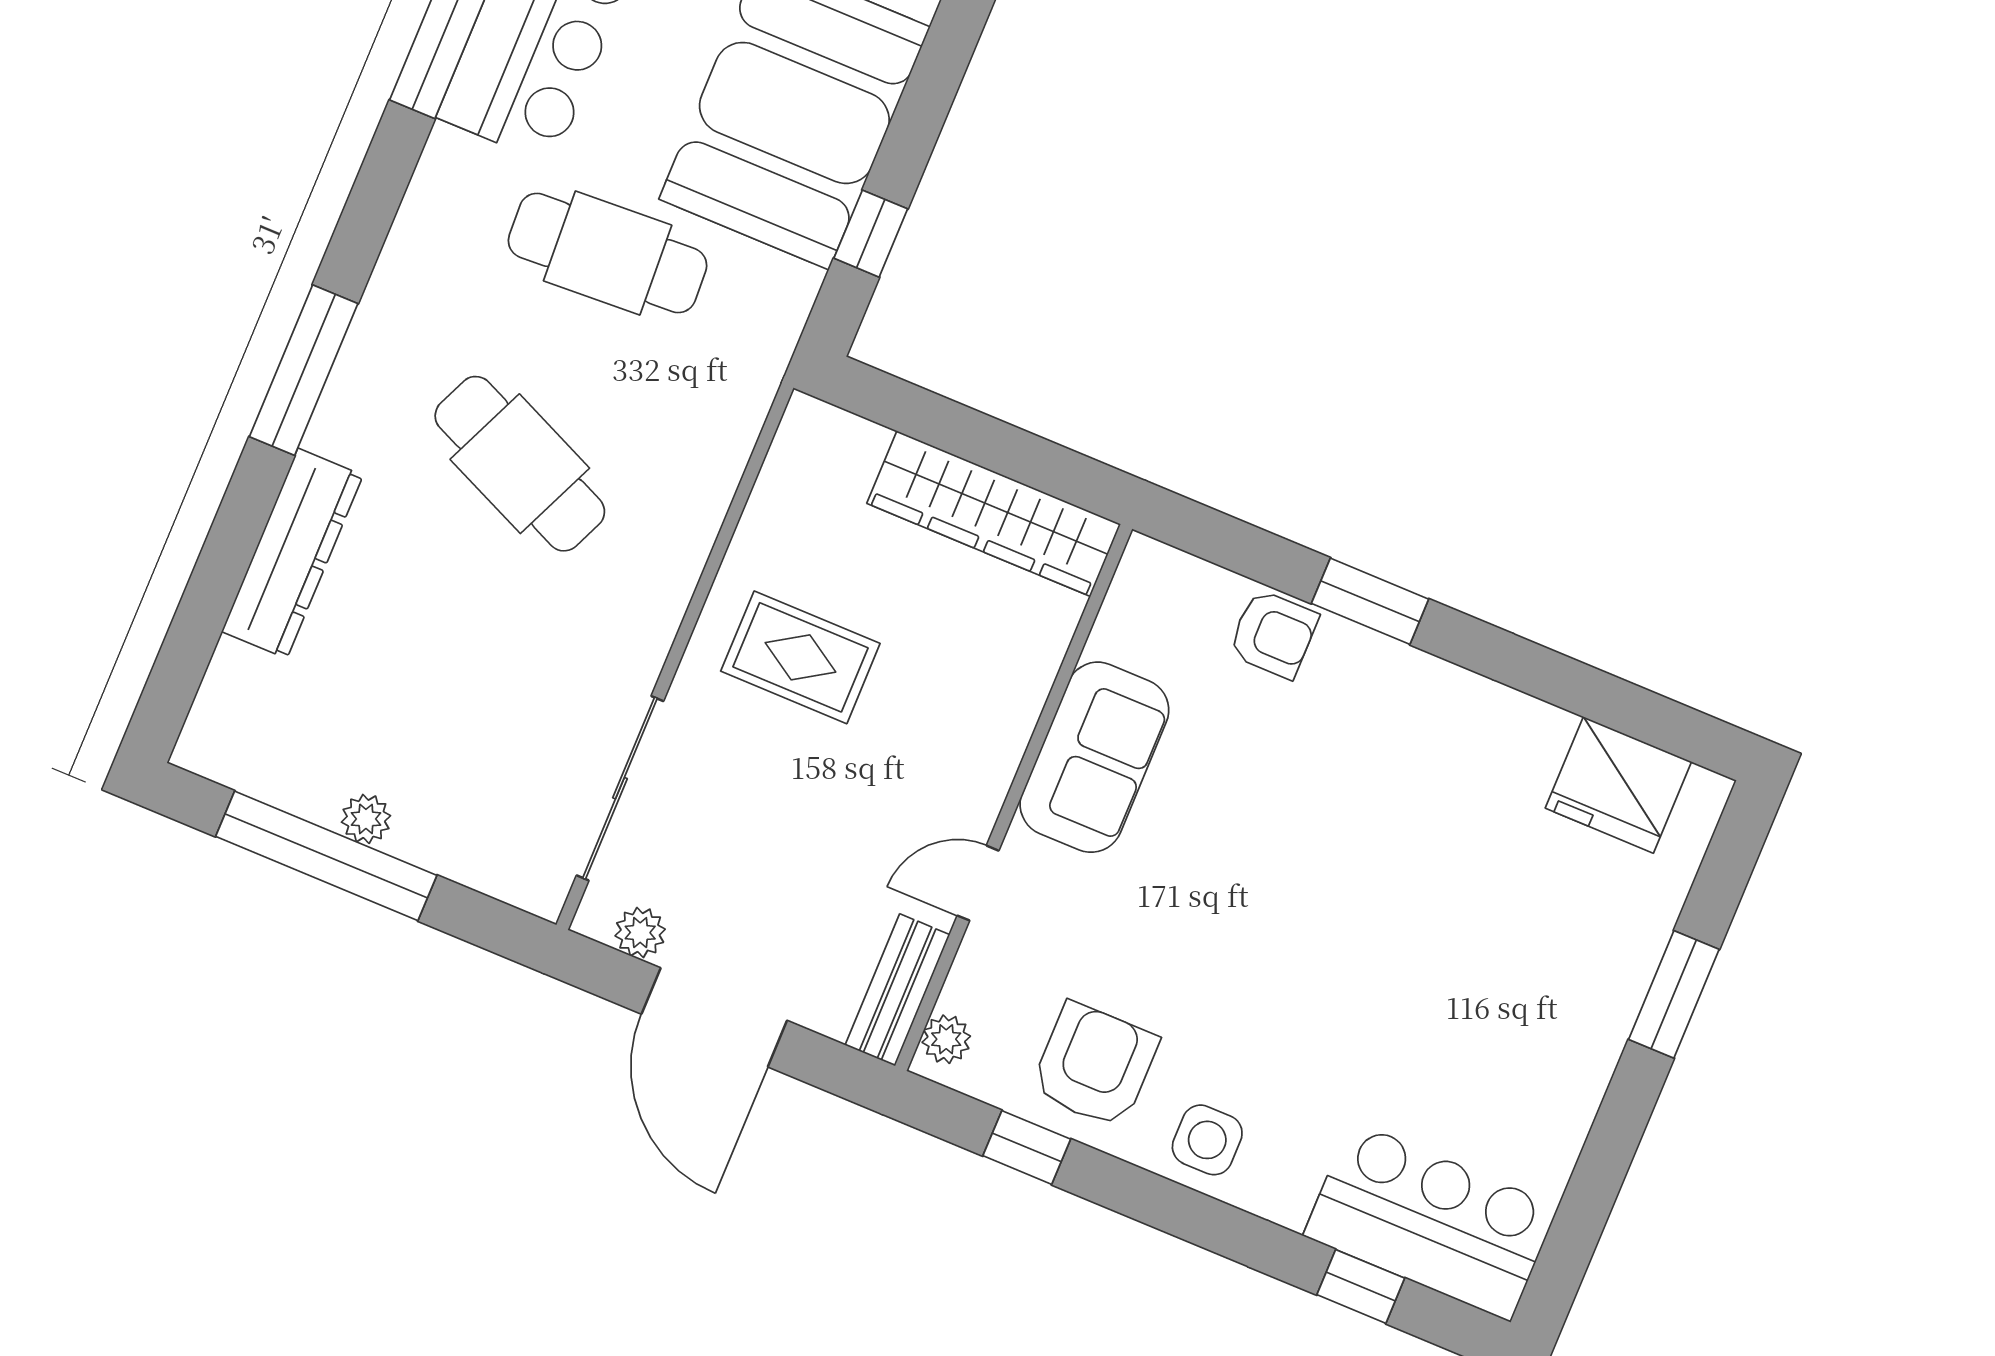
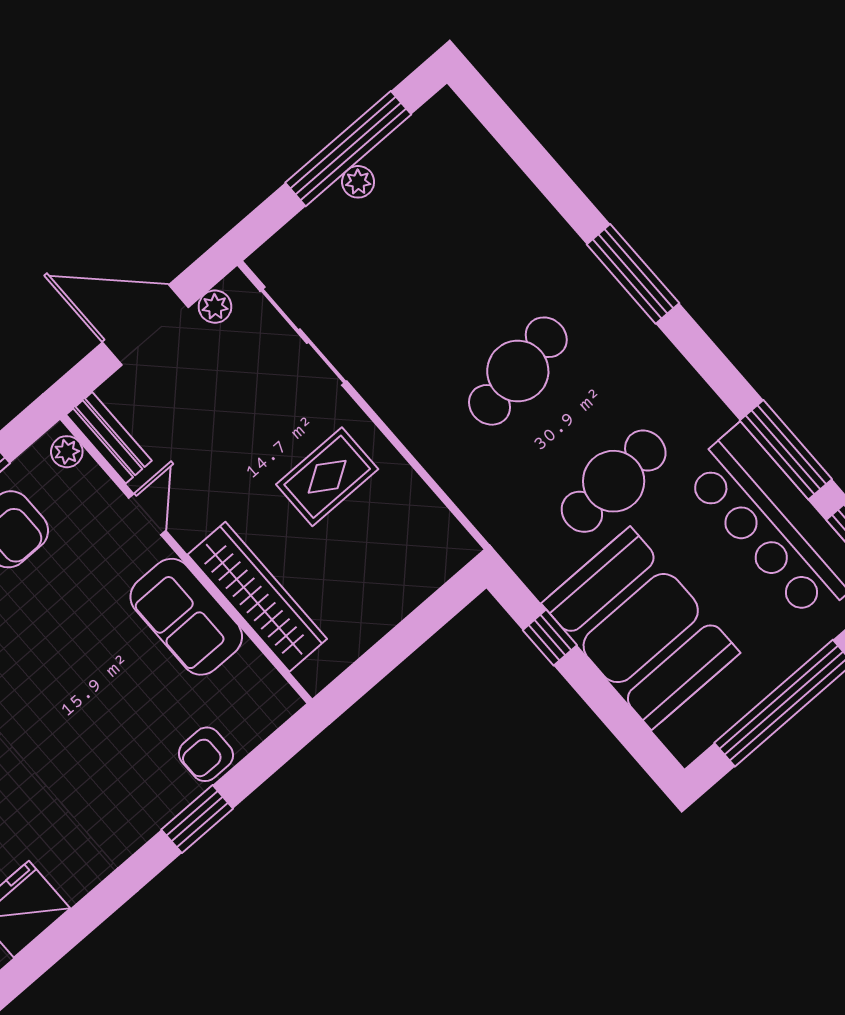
cafe table: (520, 464) -> (518, 371), turned -33
wardrobe: (994, 514) -> (257, 597), moved, turned 90
dresser: (292, 553) -> (531, 215), removed

